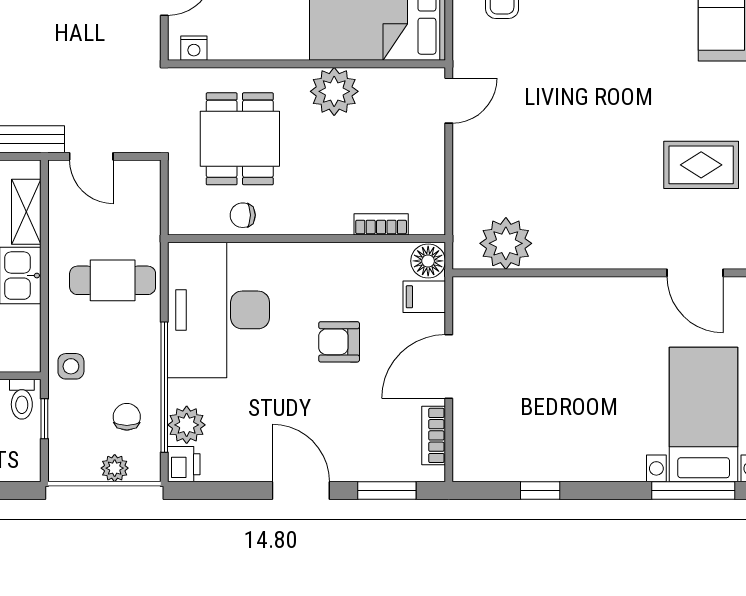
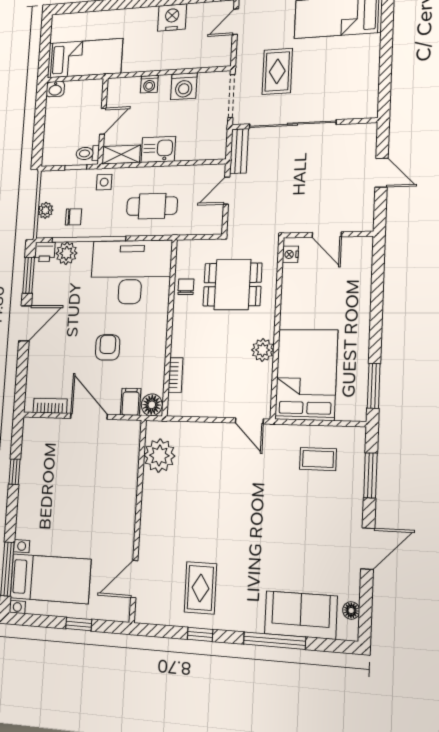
plant: (334, 91) -> (263, 350), width x0.73, depth x0.73
shelving: (26, 212) -> (121, 155), moved
cafe table: (113, 280) -> (152, 206), turned 90
window: (387, 490) -> (29, 275), moved

